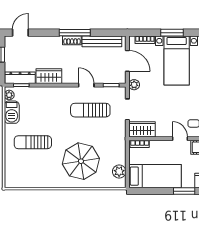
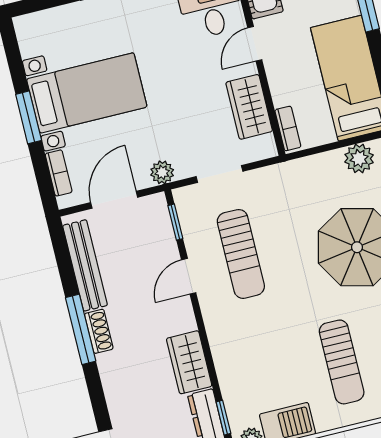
wardrobe: (142, 129) -> (249, 107), moved

